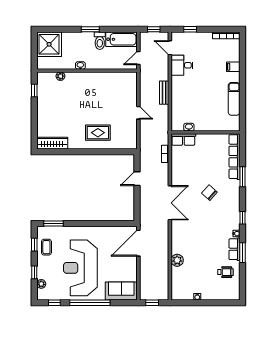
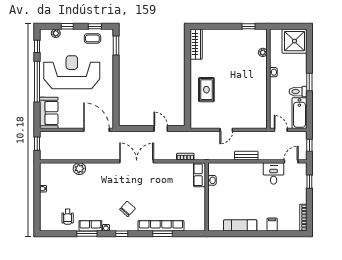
row of seats: (234, 157) -> (161, 226), moved
chair: (209, 193) -> (127, 209), moved
double door: (170, 203) -> (137, 161), swing flipped

